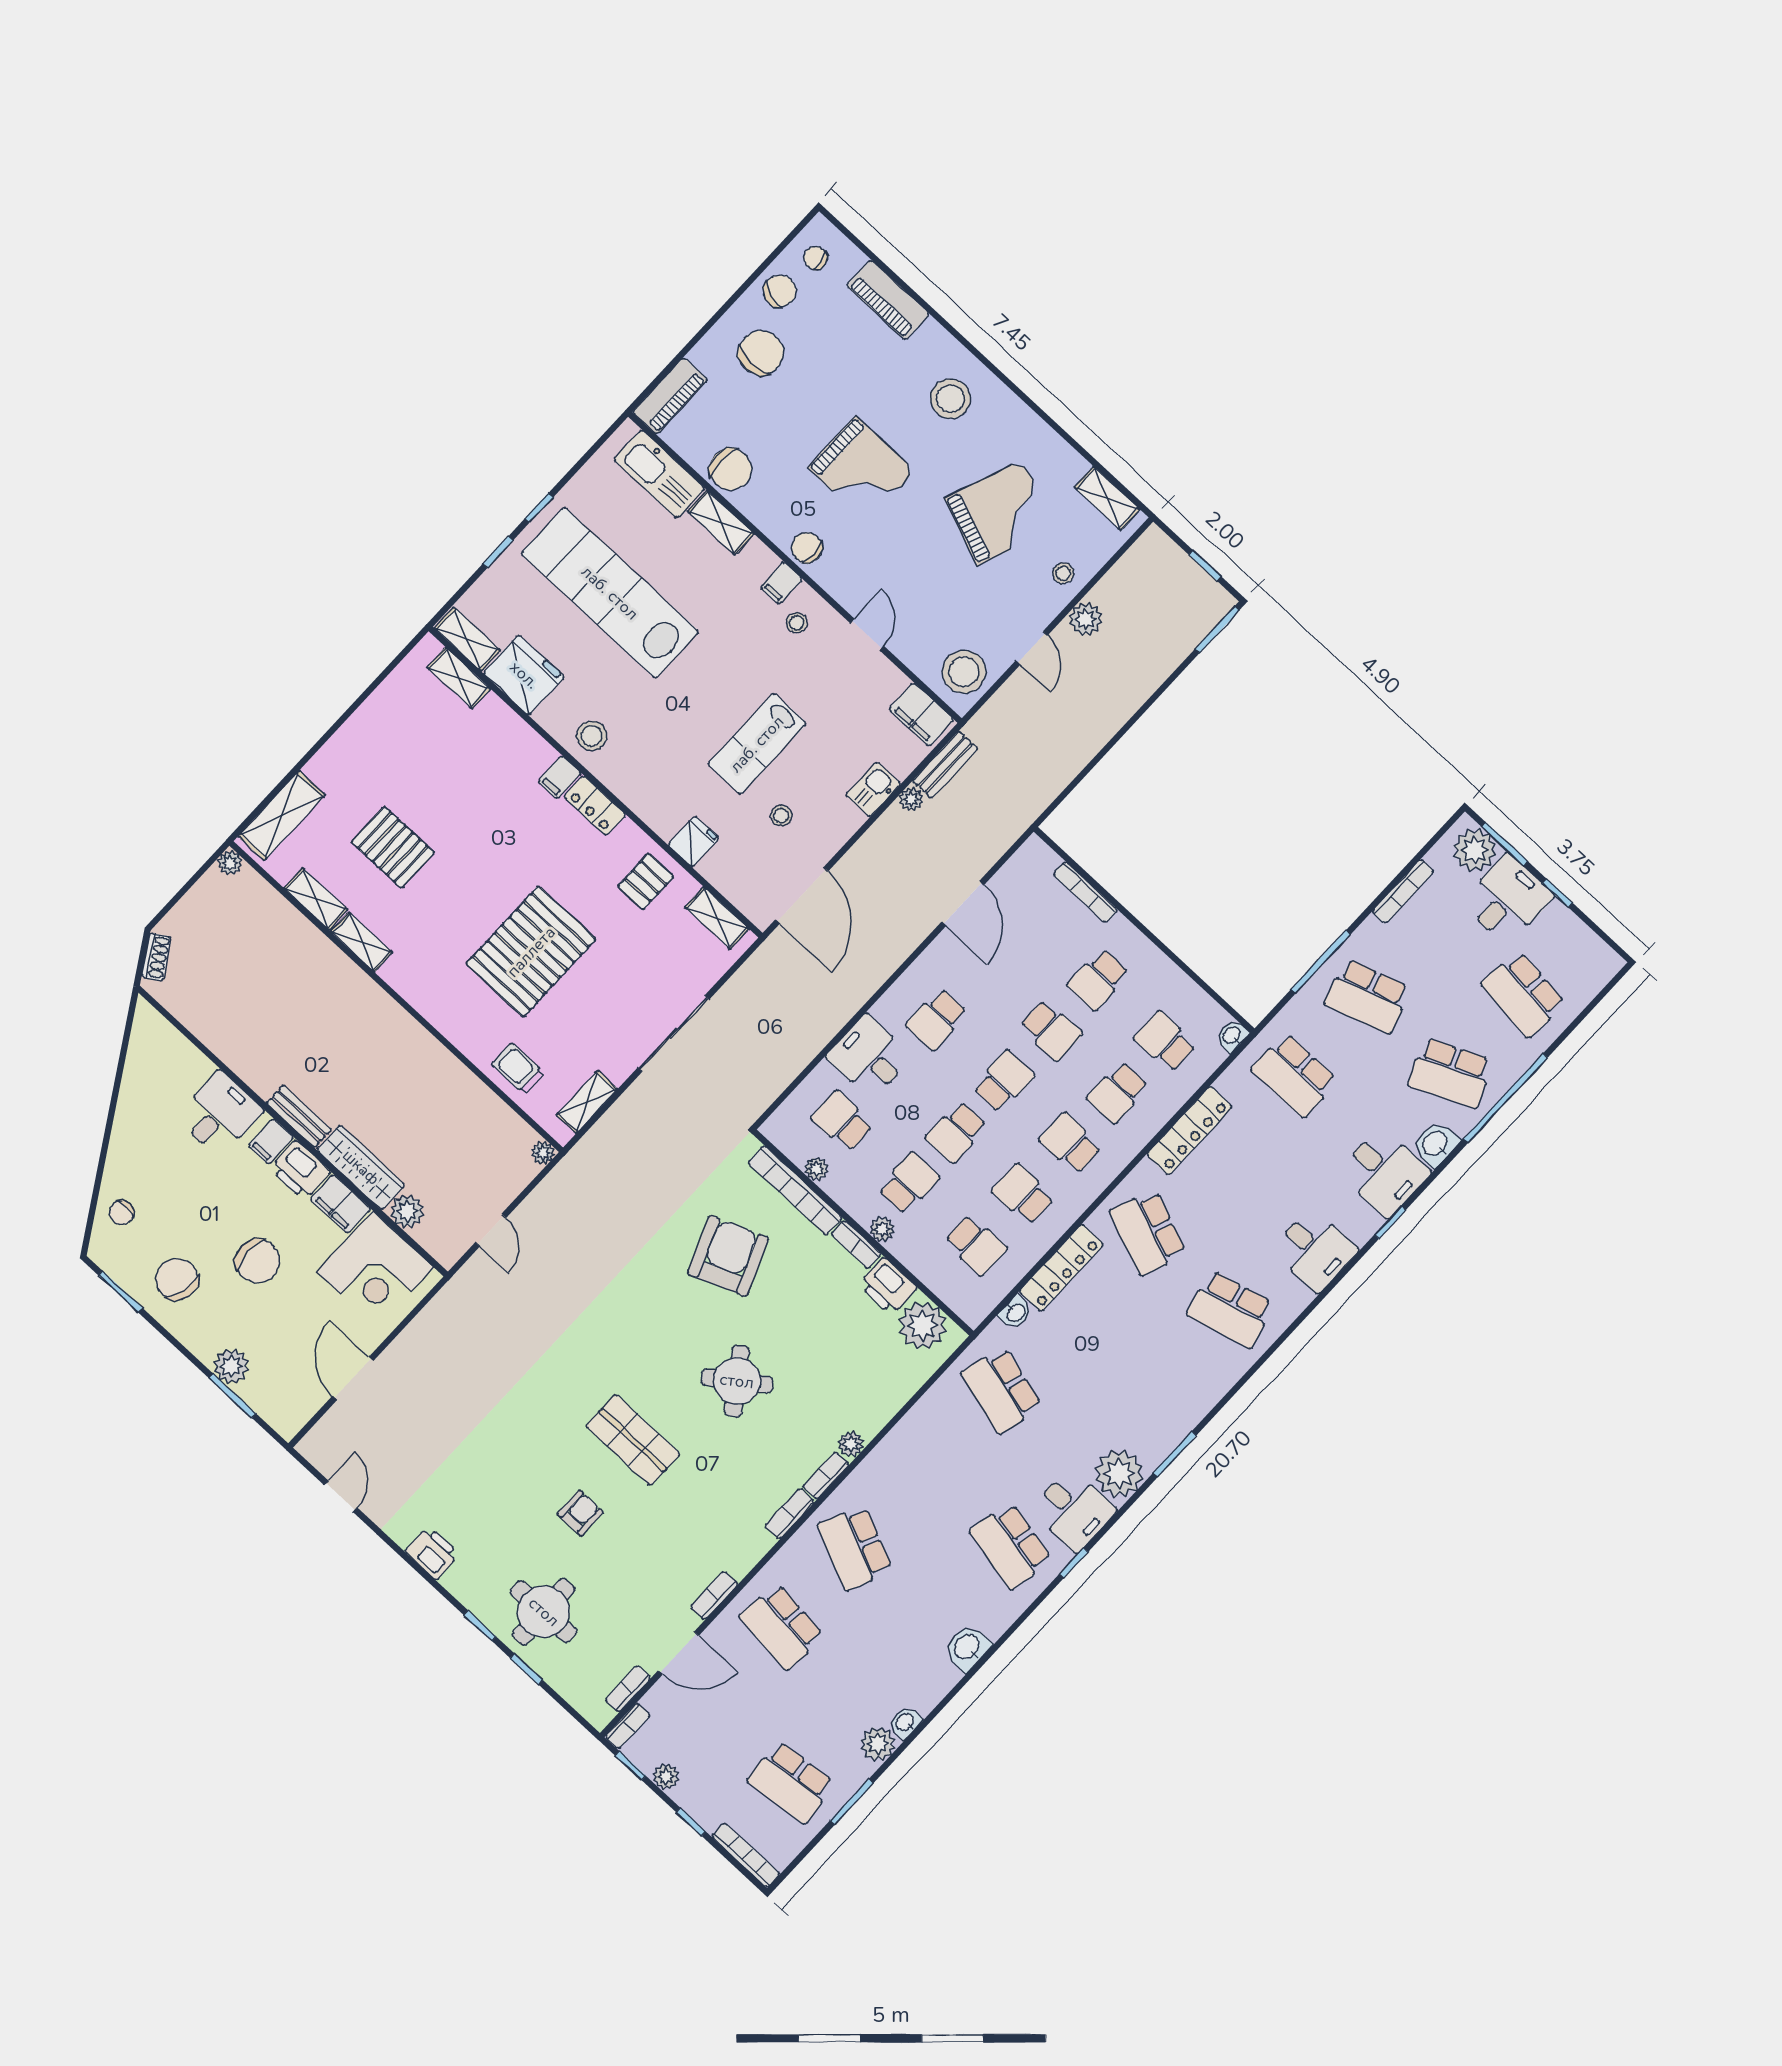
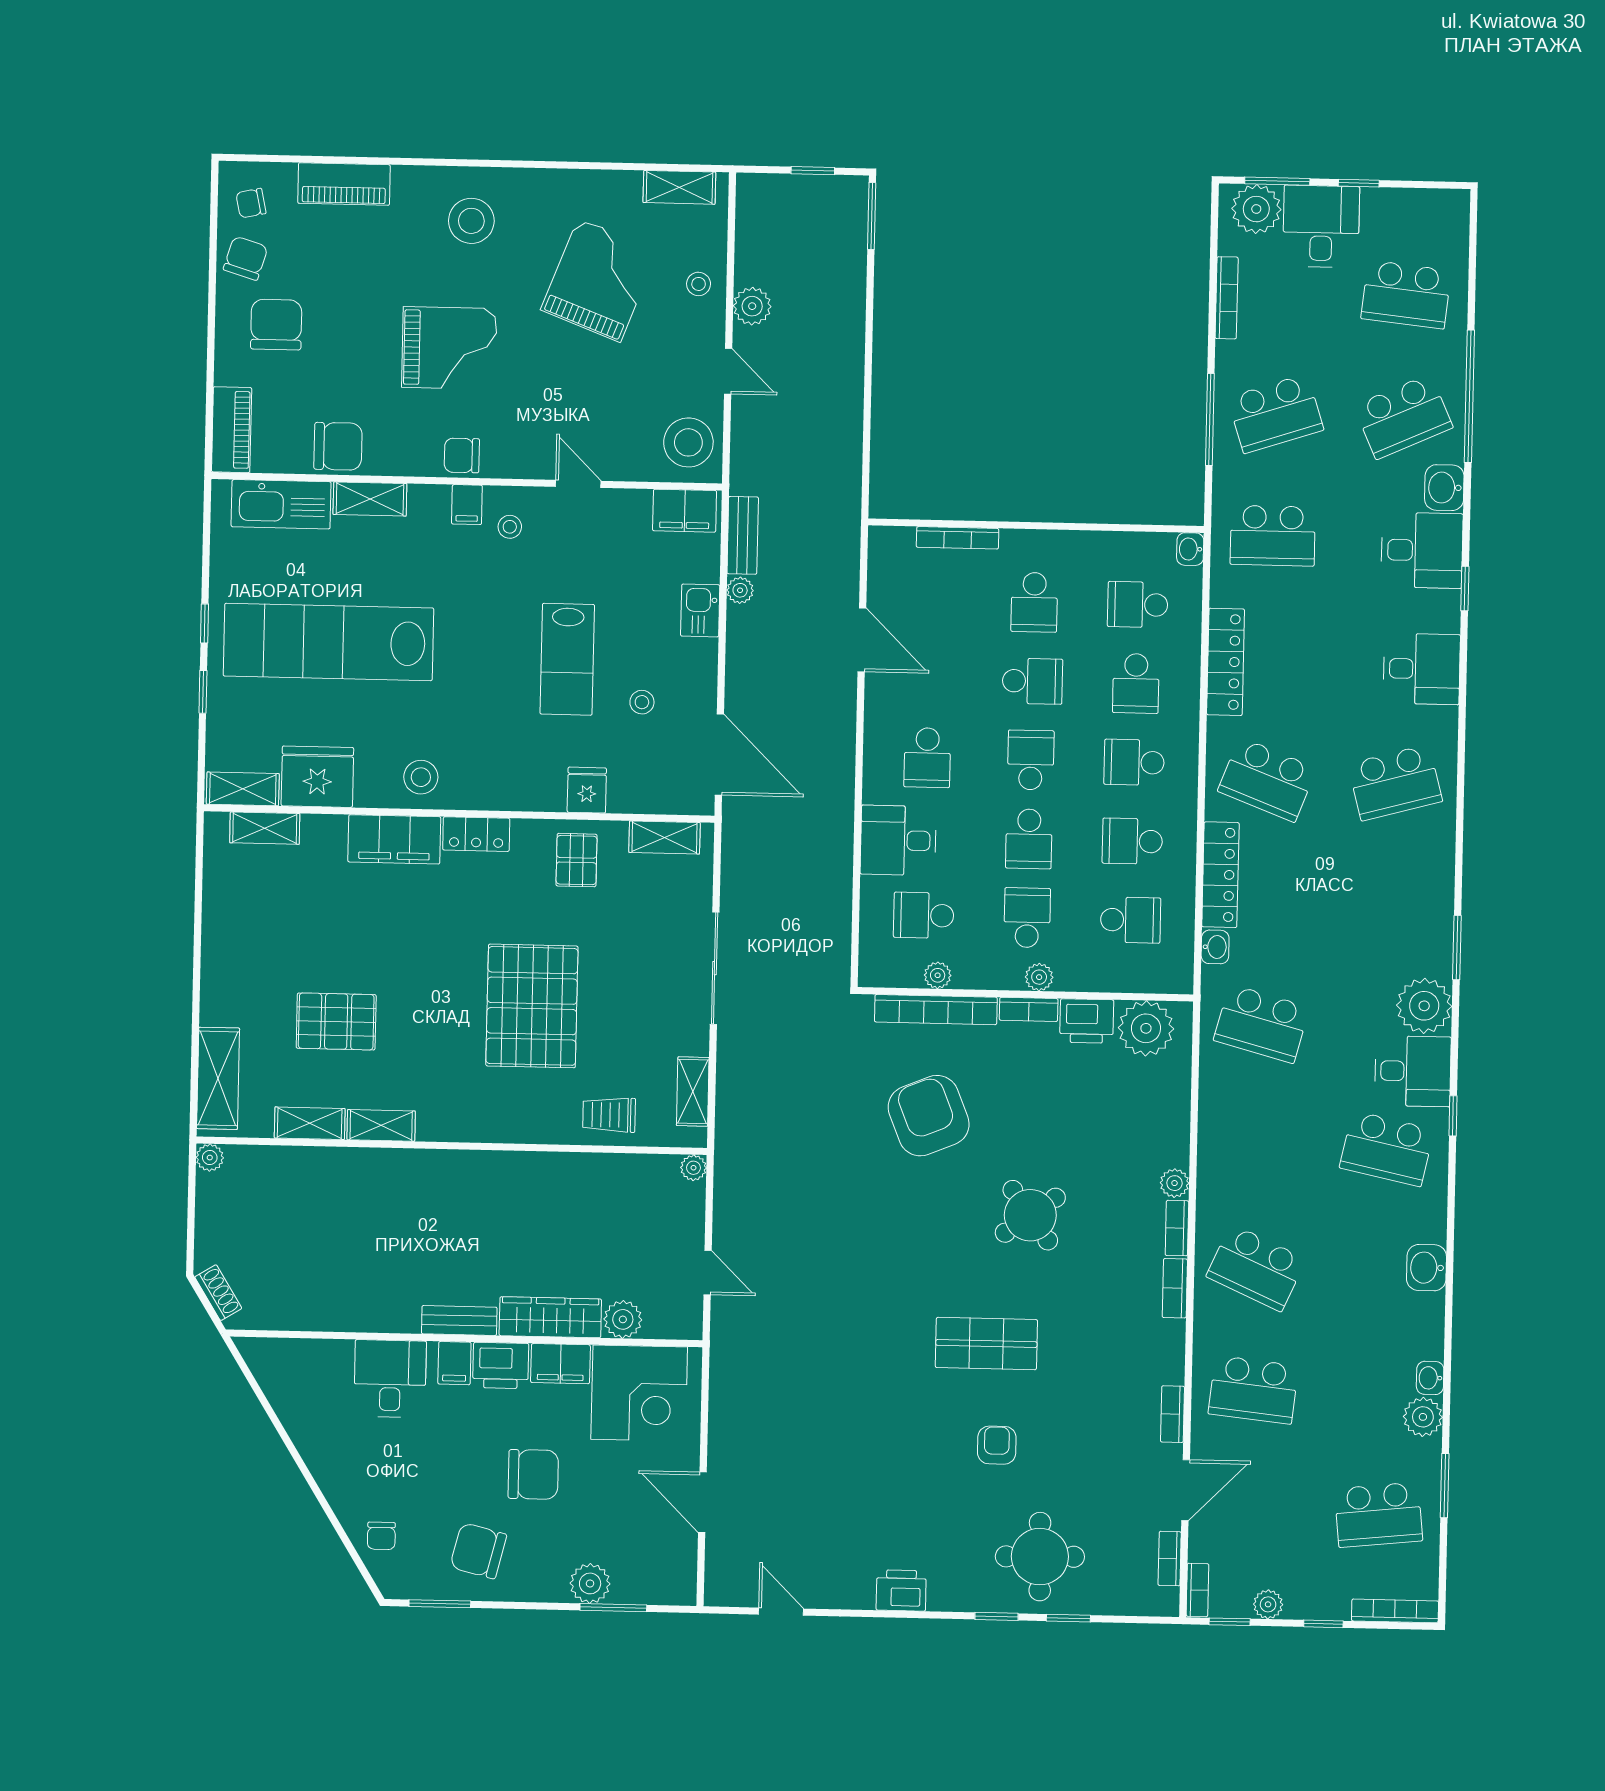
filing cabinet: (560, 777) -> (394, 839), width x3.00, depth x1.17

